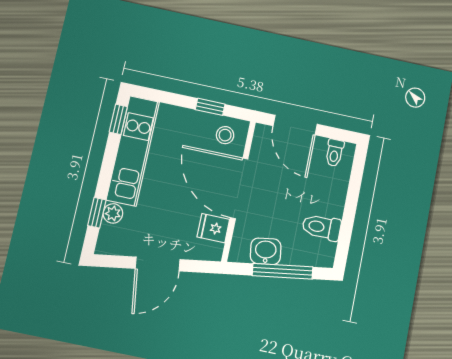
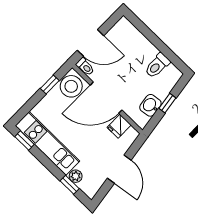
stool: (225, 135) -> (71, 86), width x1.89, depth x1.89
toilet: (335, 153) -> (85, 67), moved
window: (283, 271) -> (167, 103), width x0.46

